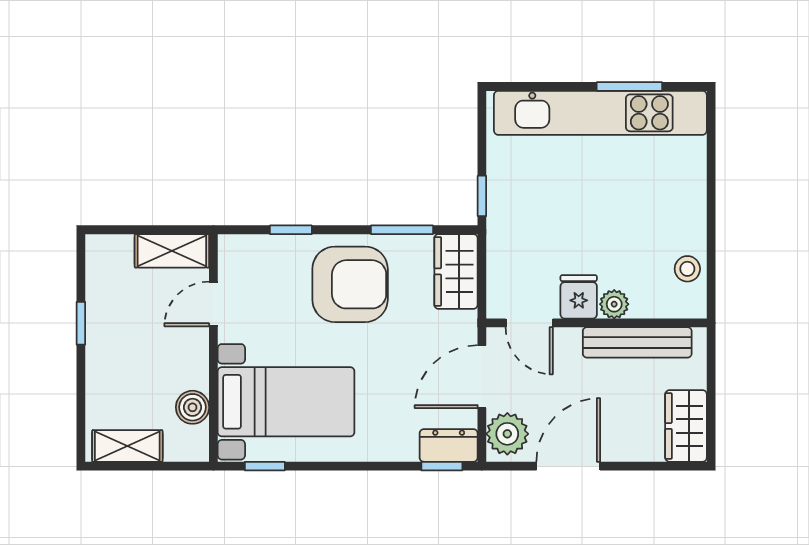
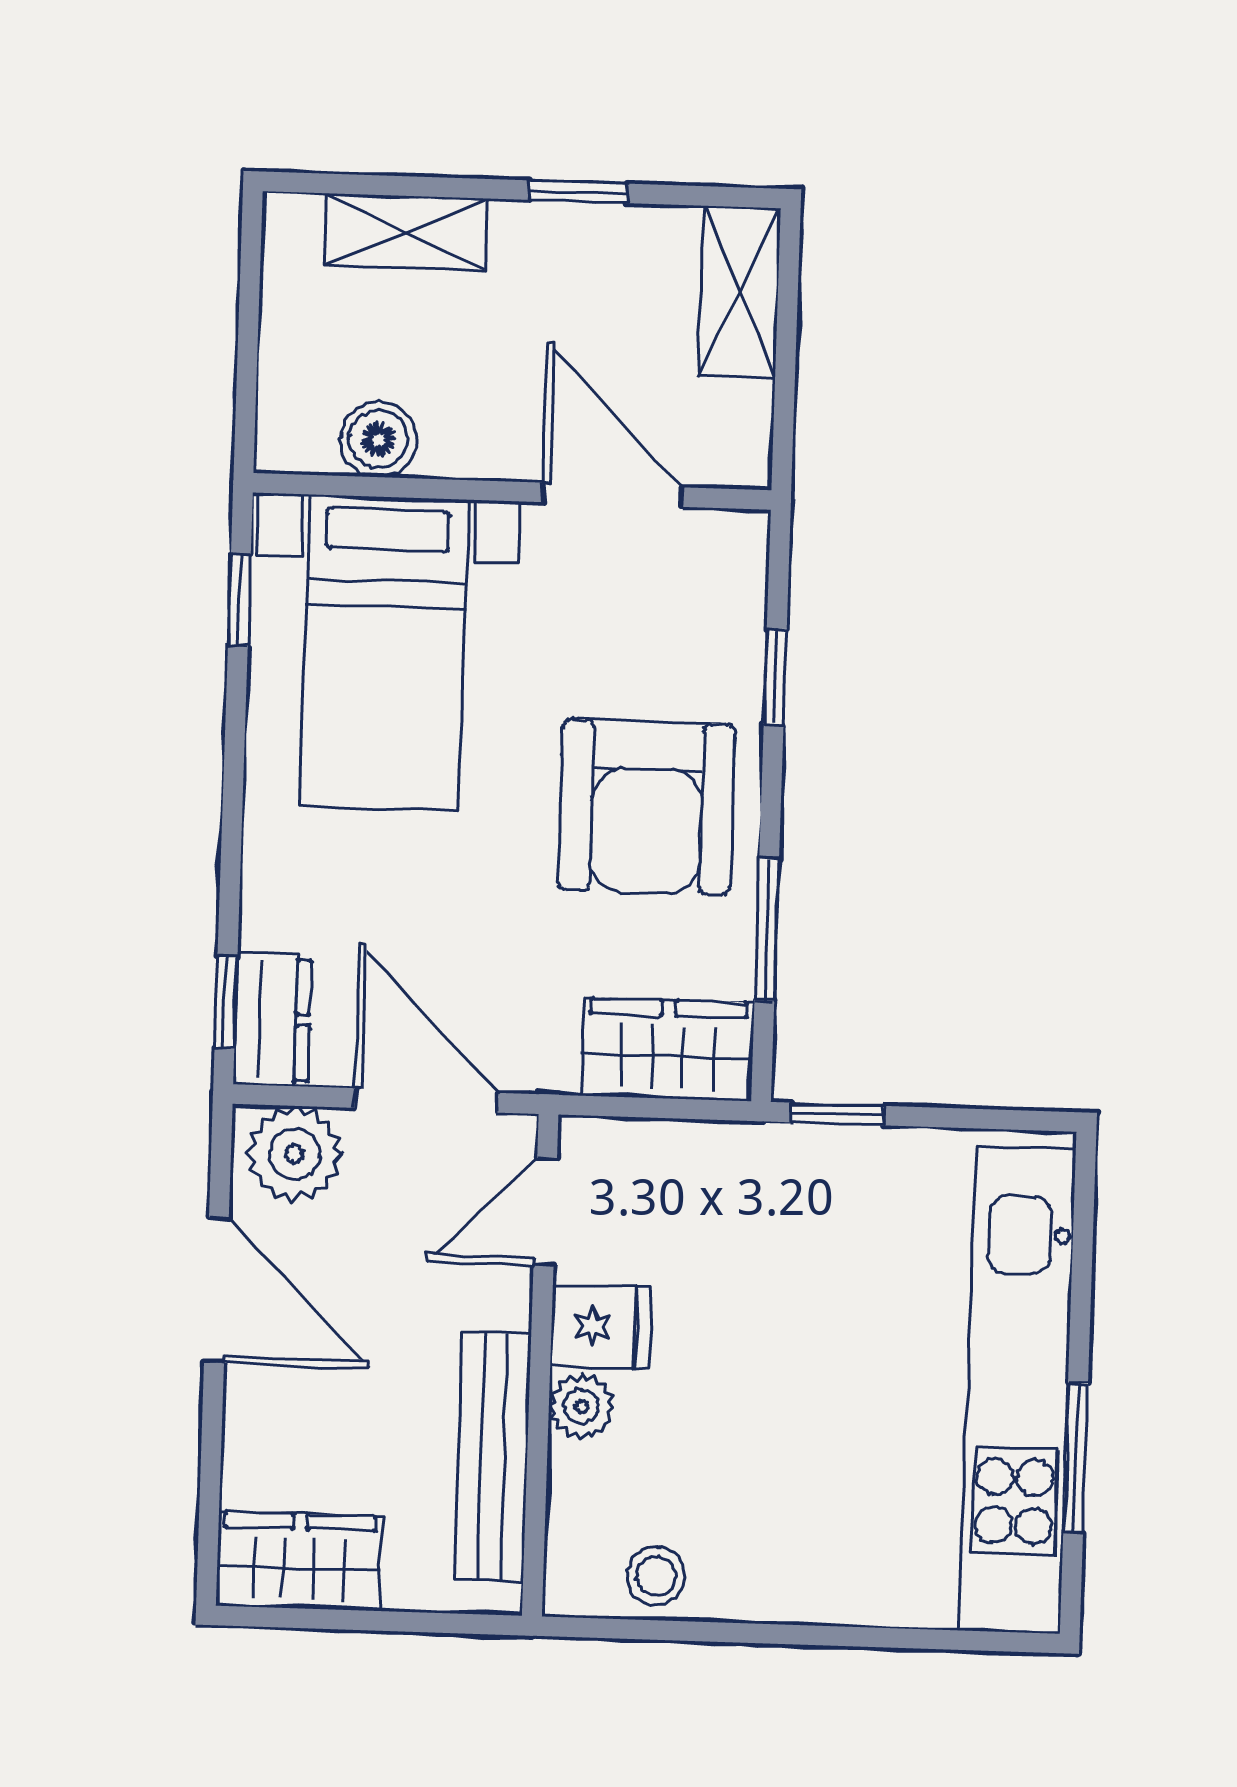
shelving: (172, 251) -> (740, 292), moved
door: (213, 304) -> (612, 495), width x1.38
shelving: (127, 446) -> (406, 232), moved, turned 90

